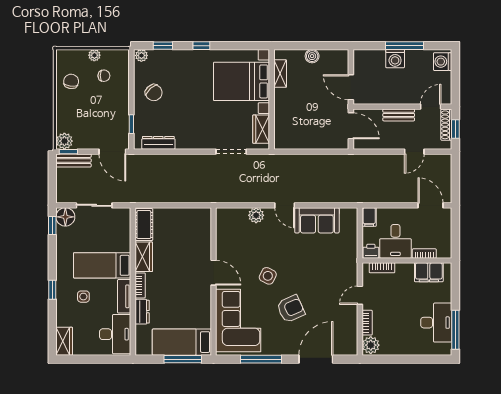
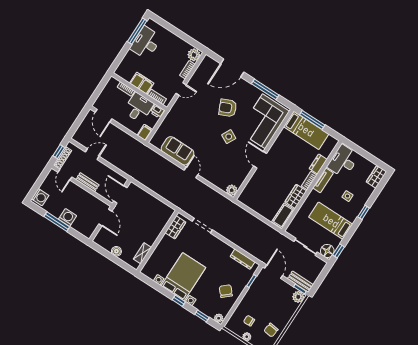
bed with nightstands: (242, 81) -> (183, 277), moved, turned -90
door: (431, 107) -> (65, 175), hinge flipped
plant: (256, 215) -> (232, 190), moved
bed: (102, 265) -> (331, 221), moved, turned 180
filing cabinet: (429, 272) -> (142, 83), moved

